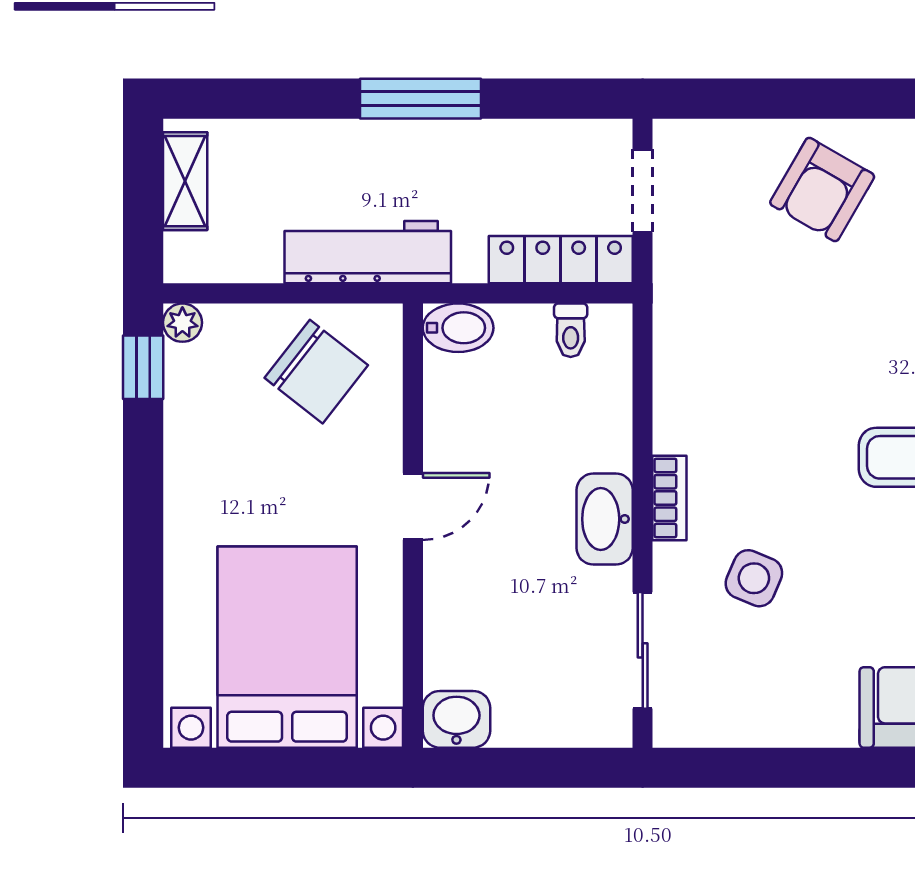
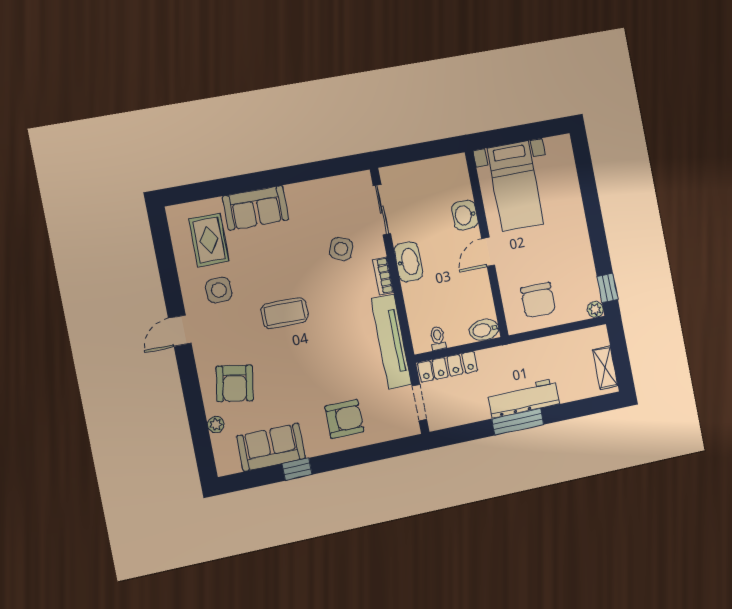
armchair: (822, 190) -> (344, 419), turned 60
workbench: (368, 252) -> (524, 398), moved, turned 180
tv unit: (680, 344) -> (391, 342), added
chair: (316, 372) -> (538, 300), turned -128
bed with nightstands: (287, 647) -> (516, 186), width x0.73
washbasin: (456, 719) -> (465, 215), moved, turned 90

